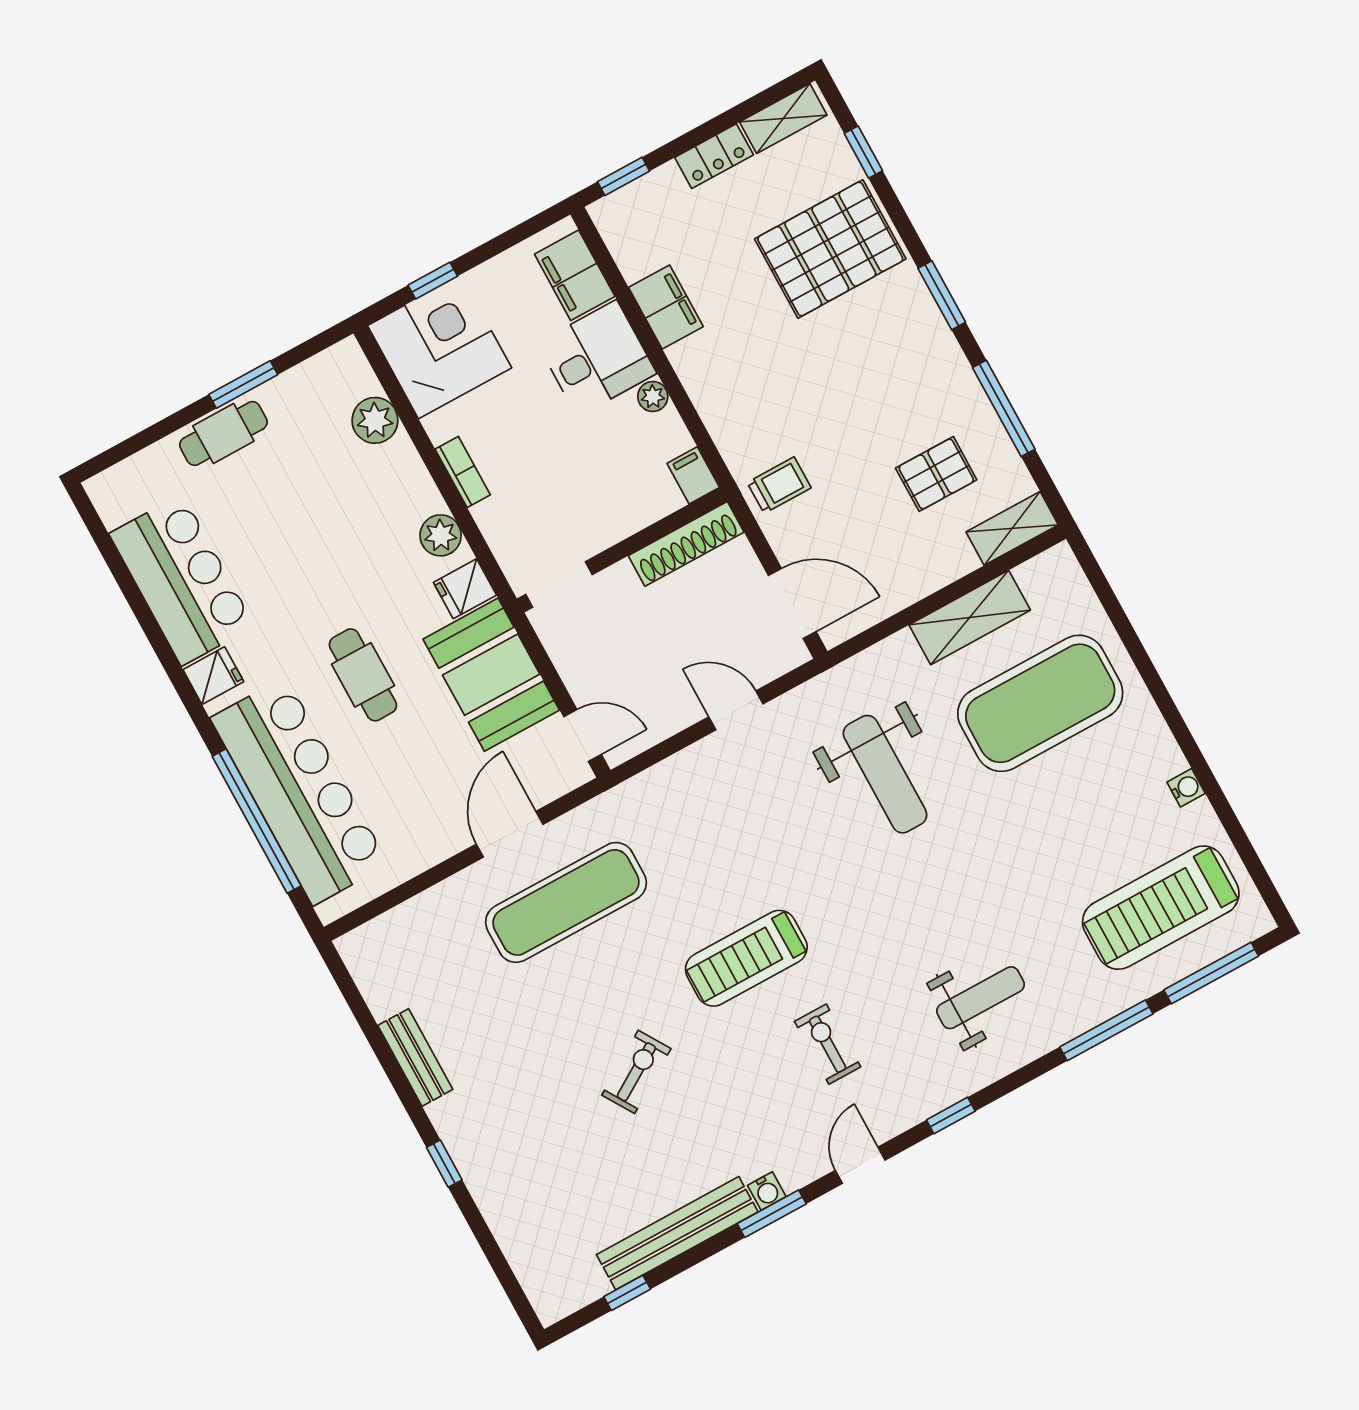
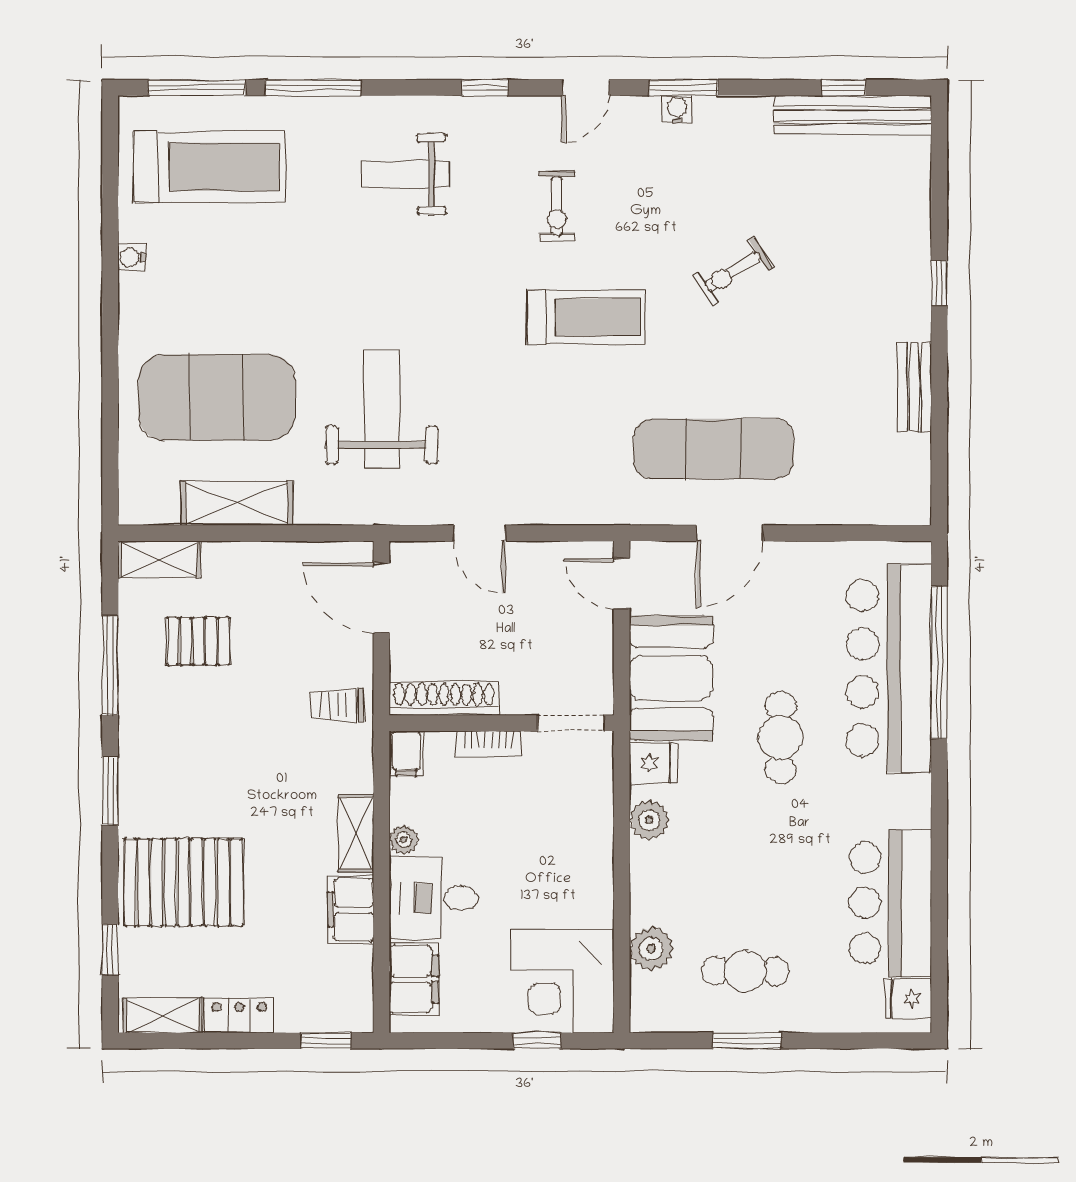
shelving: (699, 378) -> (356, 833), added
cafe table: (223, 433) -> (745, 971), moved
bookcase: (463, 472) -> (488, 744), moved, turned -90
fridge: (213, 676) -> (908, 999), moved
bench: (677, 1233) -> (853, 115), moved

